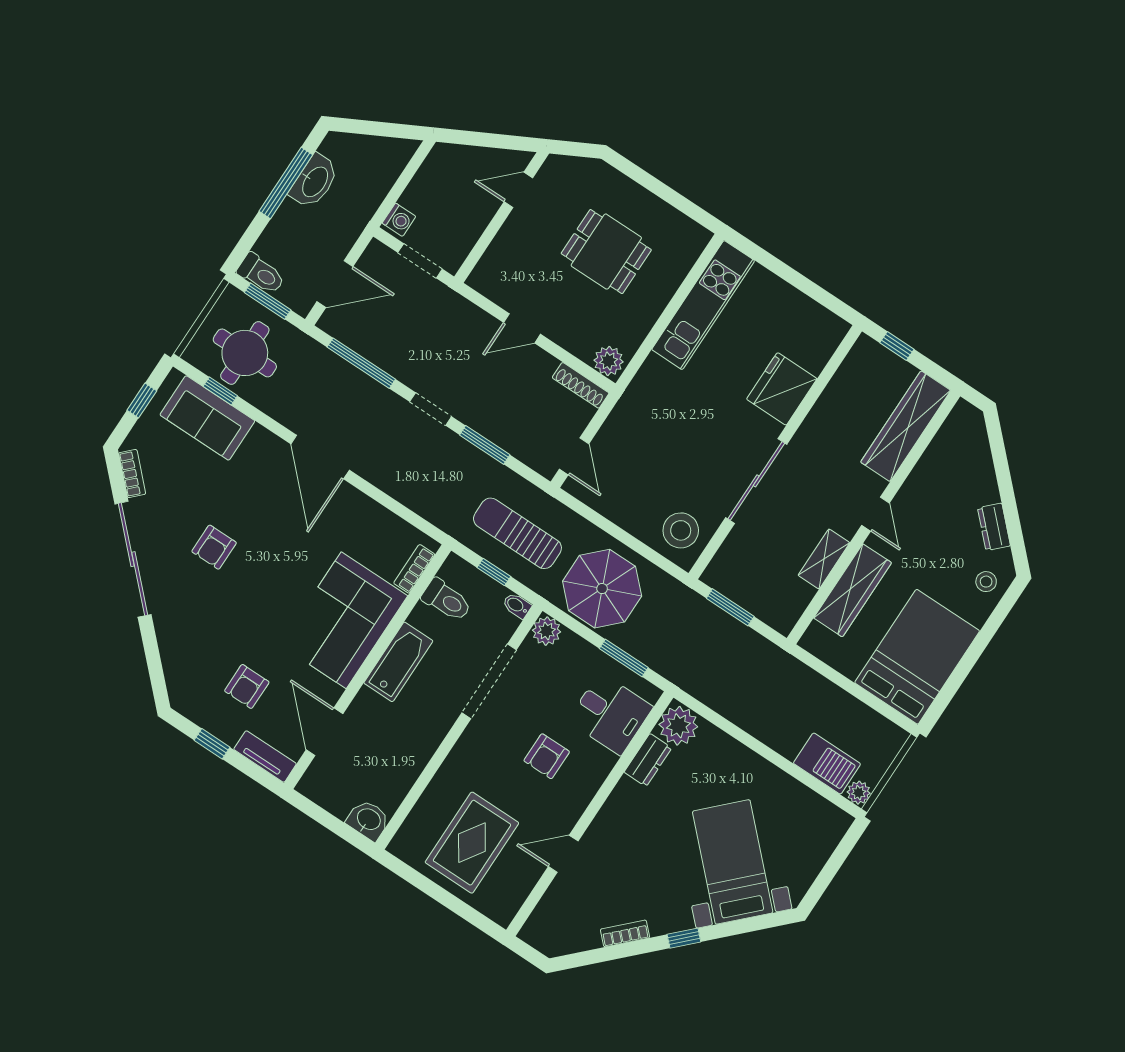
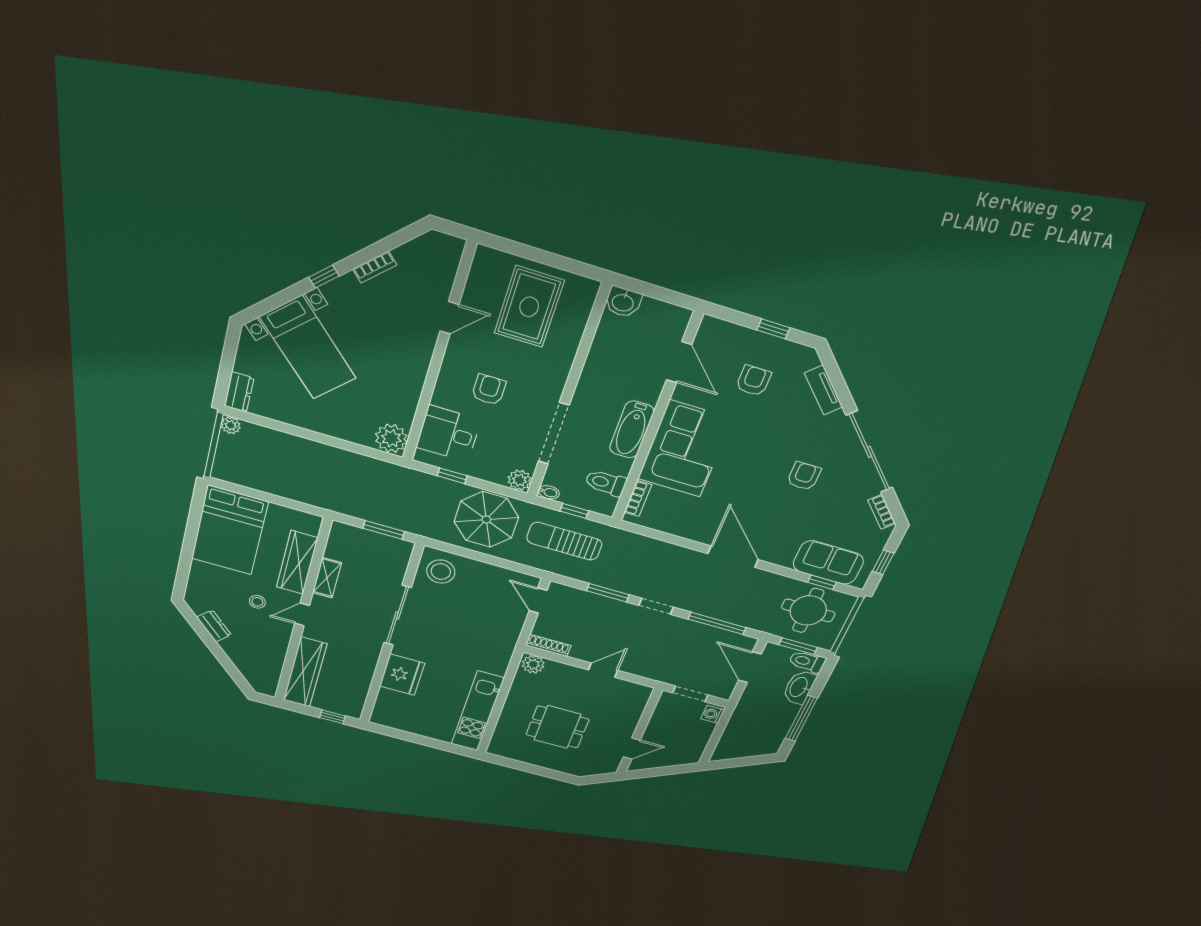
washbasin: (314, 181) -> (799, 687), moved
door: (335, 284) -> (750, 667), hinge flipped
door: (876, 514) -> (302, 614), hinge flipped
sun lounger: (517, 533) -> (564, 541), turned 180
stool: (986, 582) -> (257, 602), moved
window: (624, 658) -> (452, 476), width x0.67
tv unit: (265, 756) -> (823, 390), moved, turned 45
dresser: (648, 760) -> (239, 392), moved, turned 180
barbecue: (827, 764) -> (264, 440), removed

